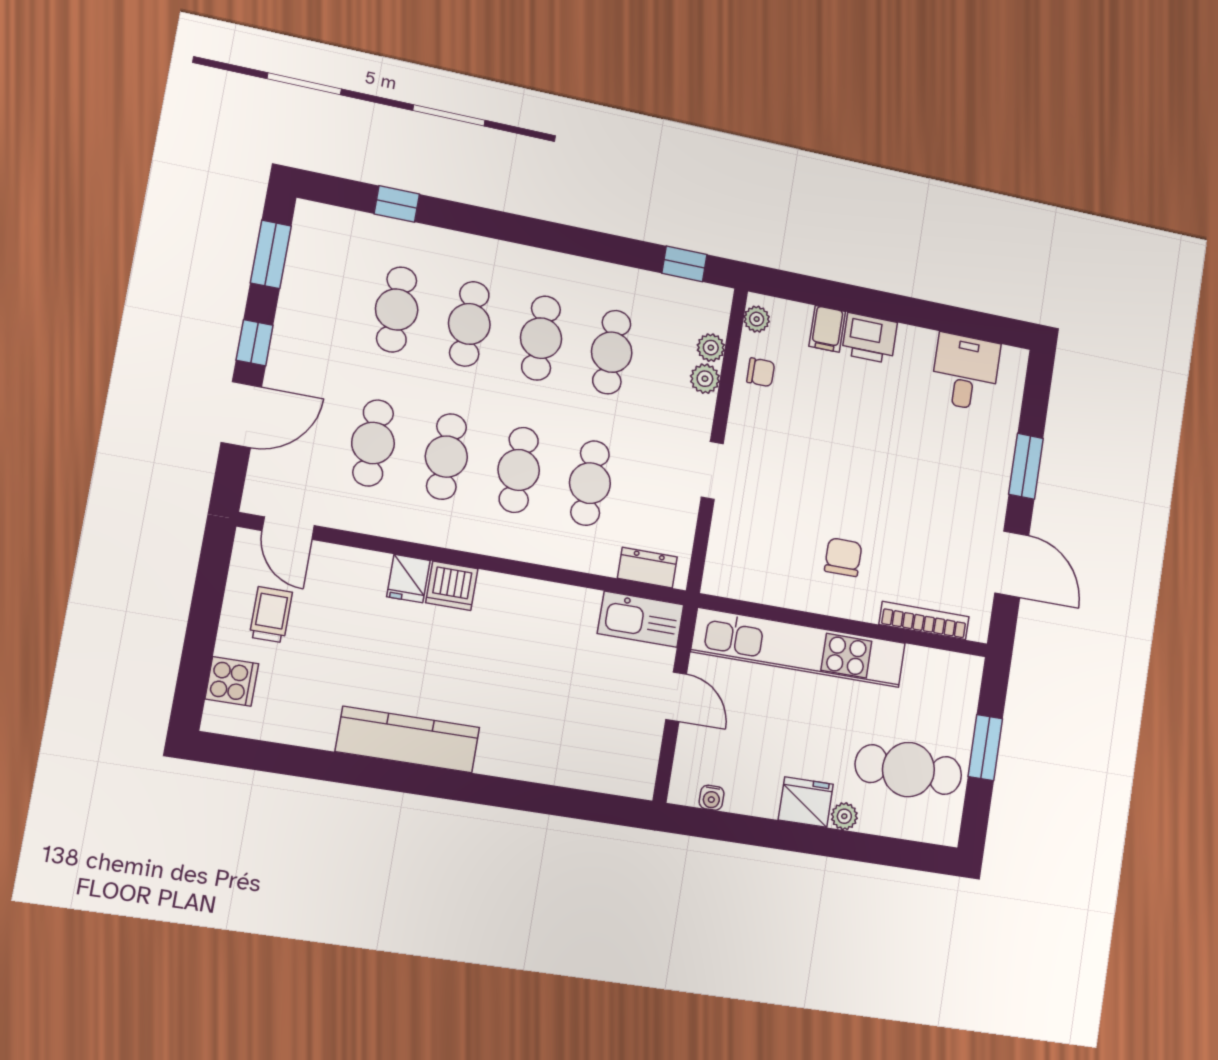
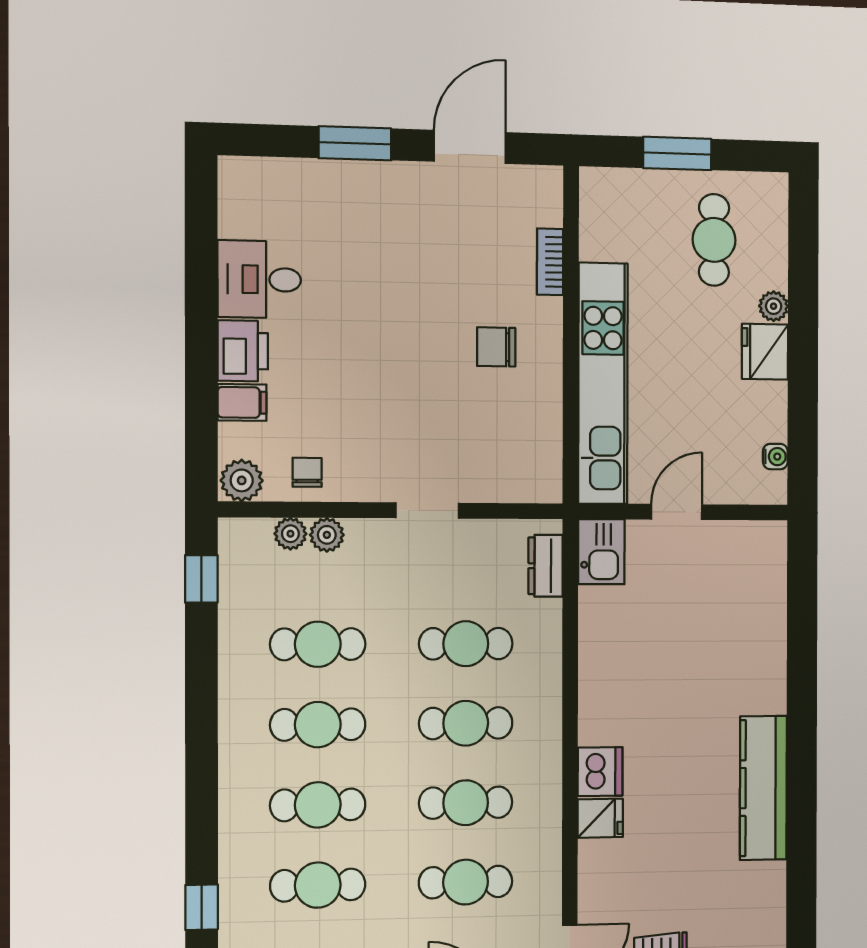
plant: (757, 319) -> (242, 480), width x1.38, depth x1.38
desk: (965, 372) -> (259, 279), moved
kitchen sink: (641, 619) -> (601, 552), width x0.73
bookcase: (924, 621) -> (550, 262), width x0.64
cafe table: (908, 770) -> (714, 240), width x0.73, depth x0.74

